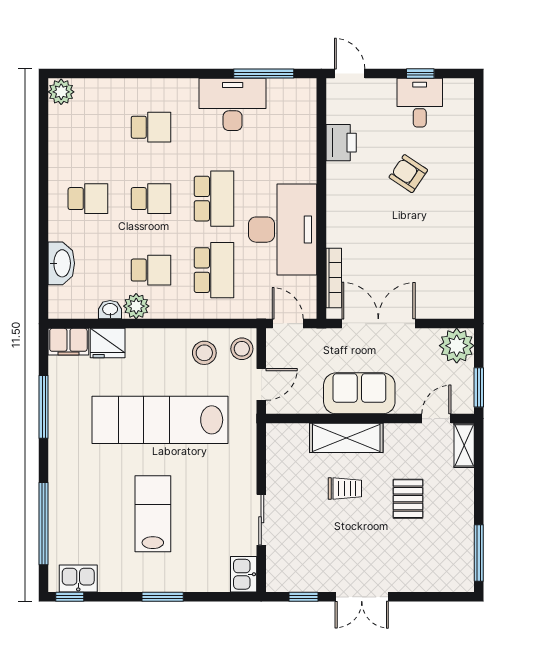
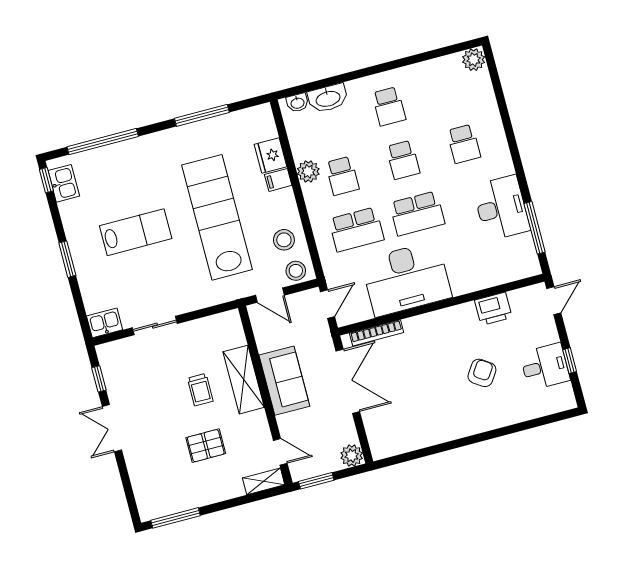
washbasin: (110, 310) -> (297, 103), moved, turned 90
filing cabinet: (68, 342) -> (278, 180), moved, width x0.50
plant: (457, 346) -> (352, 456), width x0.73, depth x0.73

